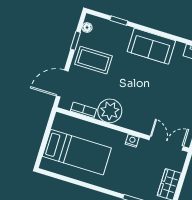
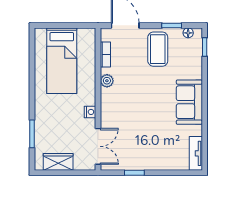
window: (119, 21) -> (205, 47), moved
plant: (110, 111) -> (107, 81), width x0.53, depth x0.53

